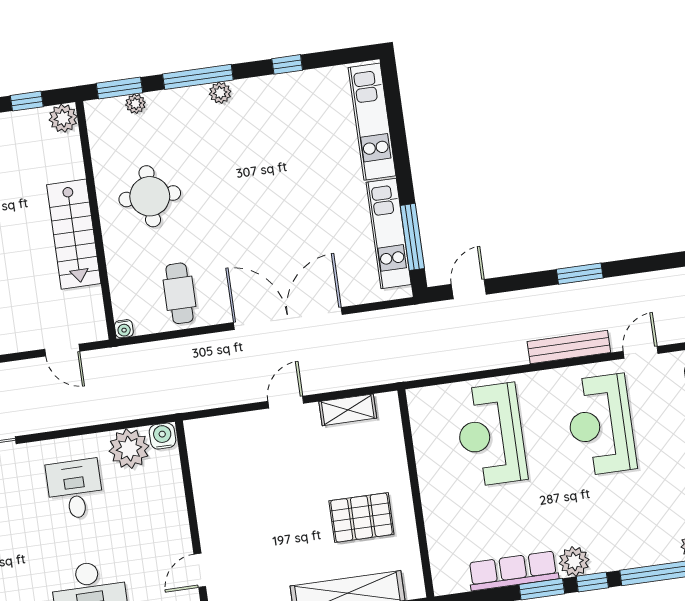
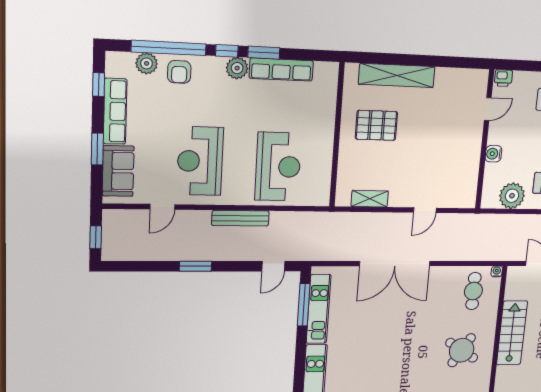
round table: (150, 196) -> (462, 350), turned 33
cafe table: (180, 293) -> (473, 291), moved
bench: (569, 347) -> (240, 218), moved
door: (286, 402) -> (425, 210), moved
reception desk: (601, 425) -> (200, 161), turned 180
water cooler: (162, 436) -> (493, 154), moved, turned 90
armchair: (651, 542) -> (179, 72), added

